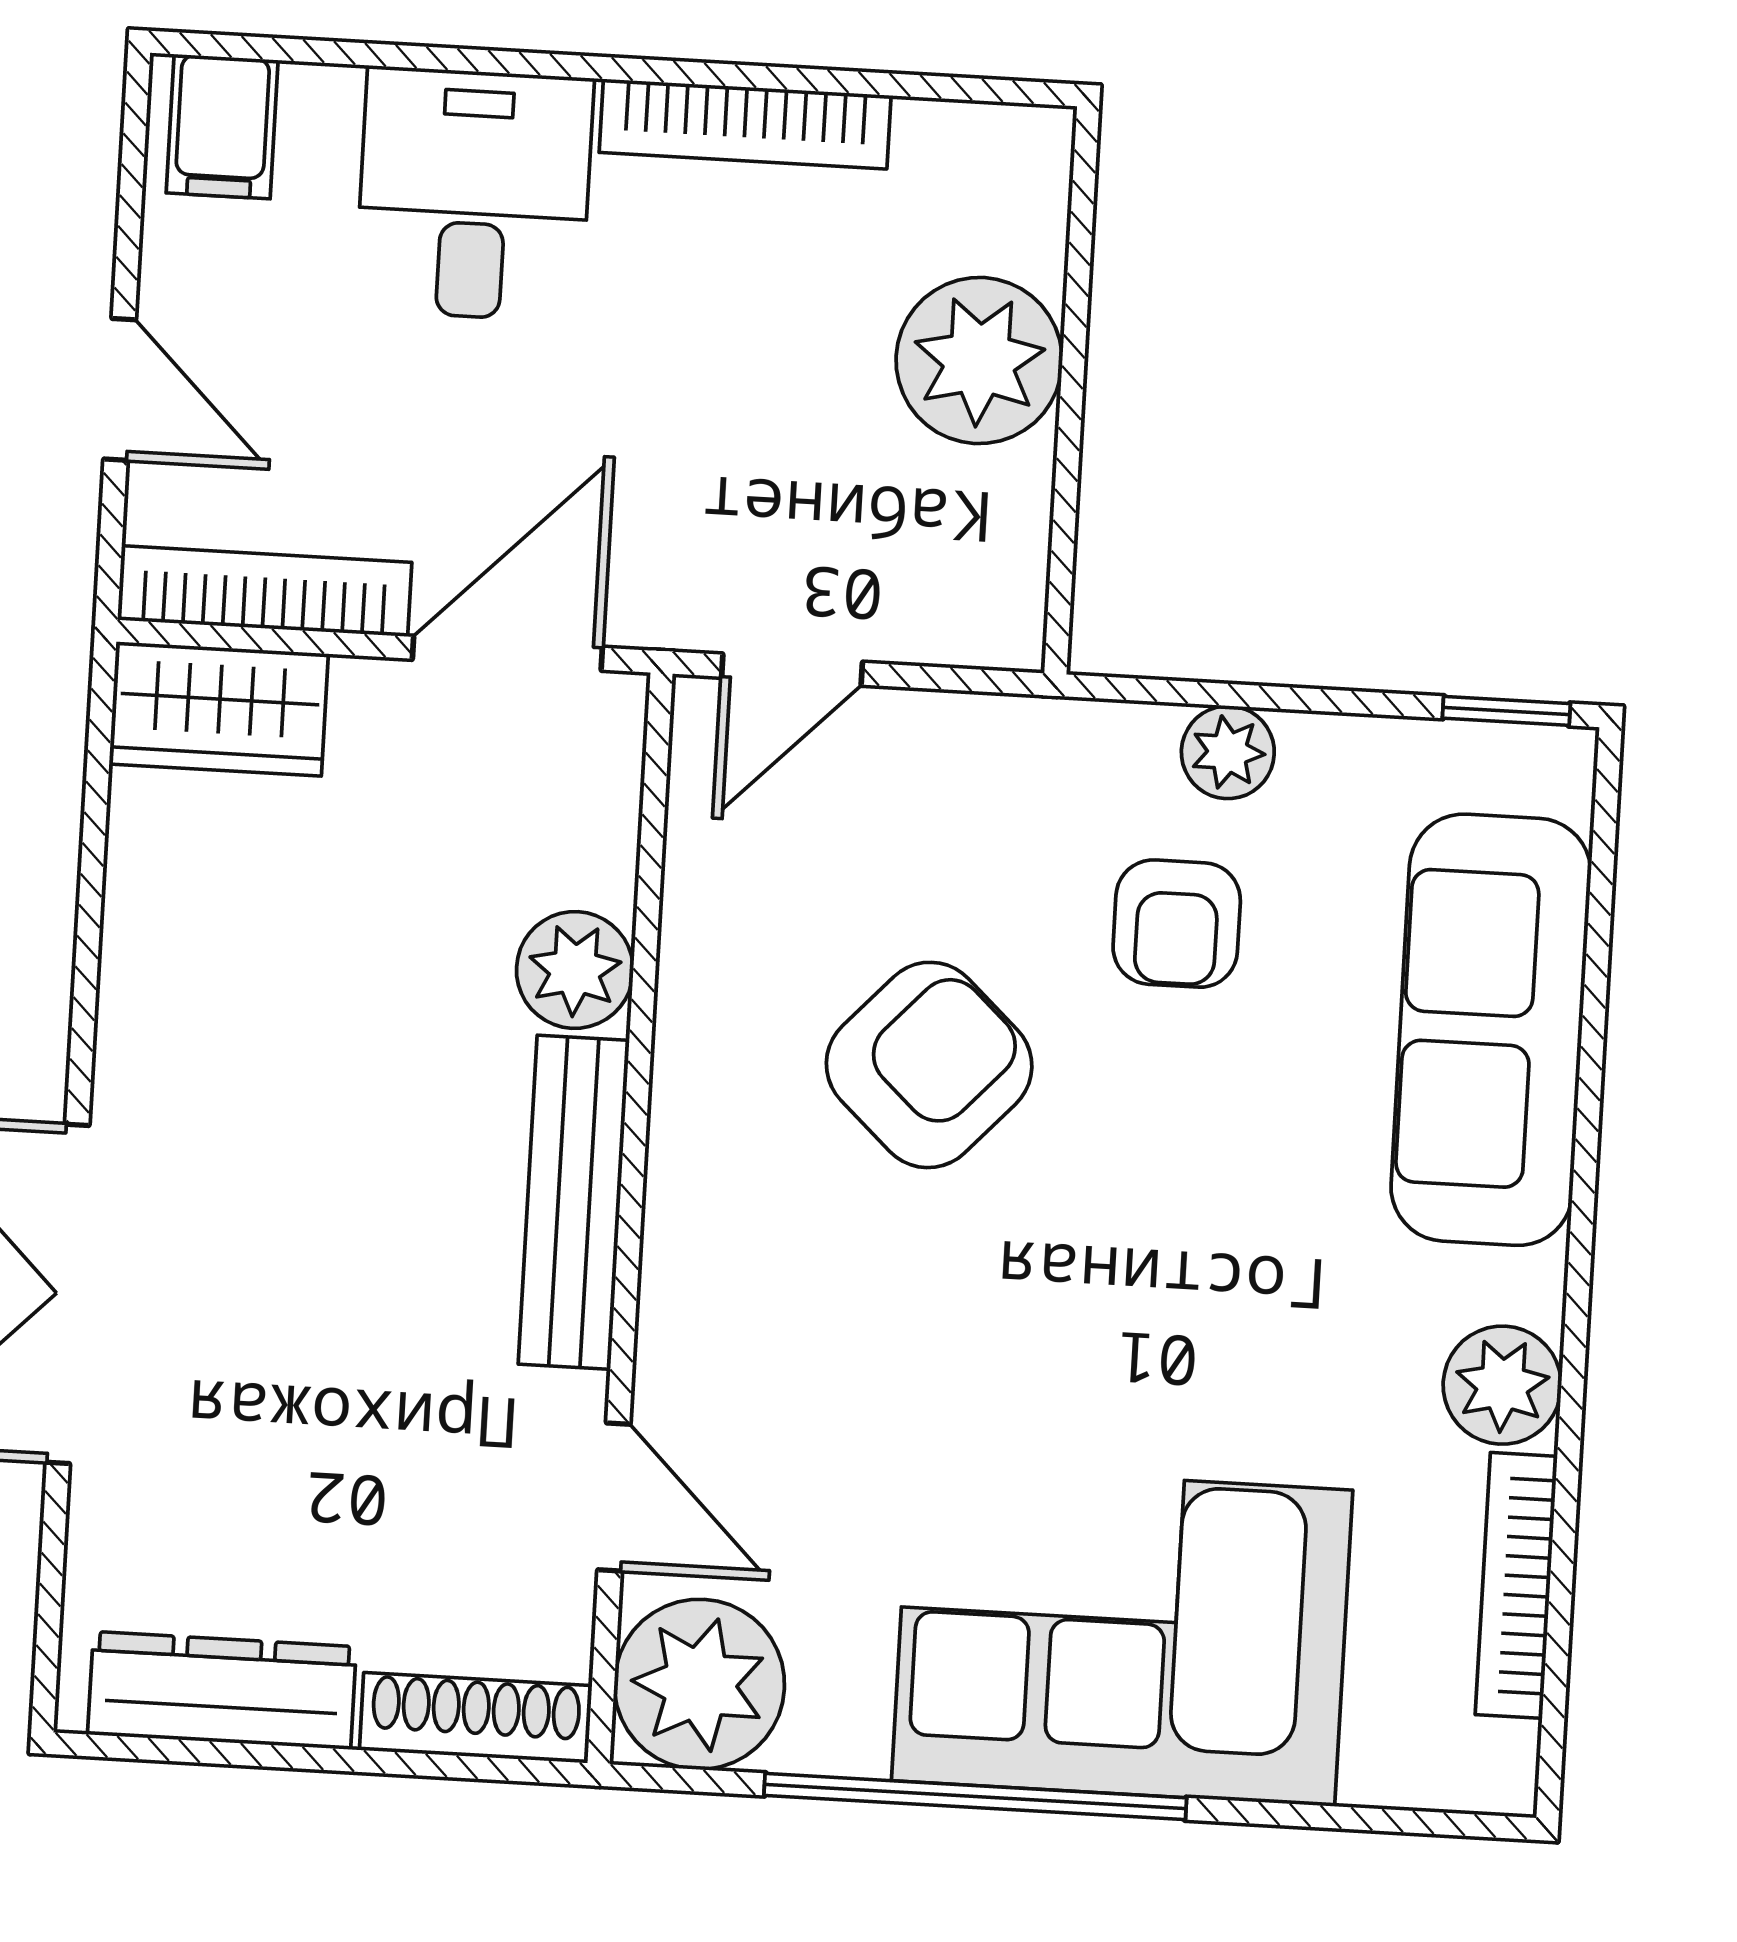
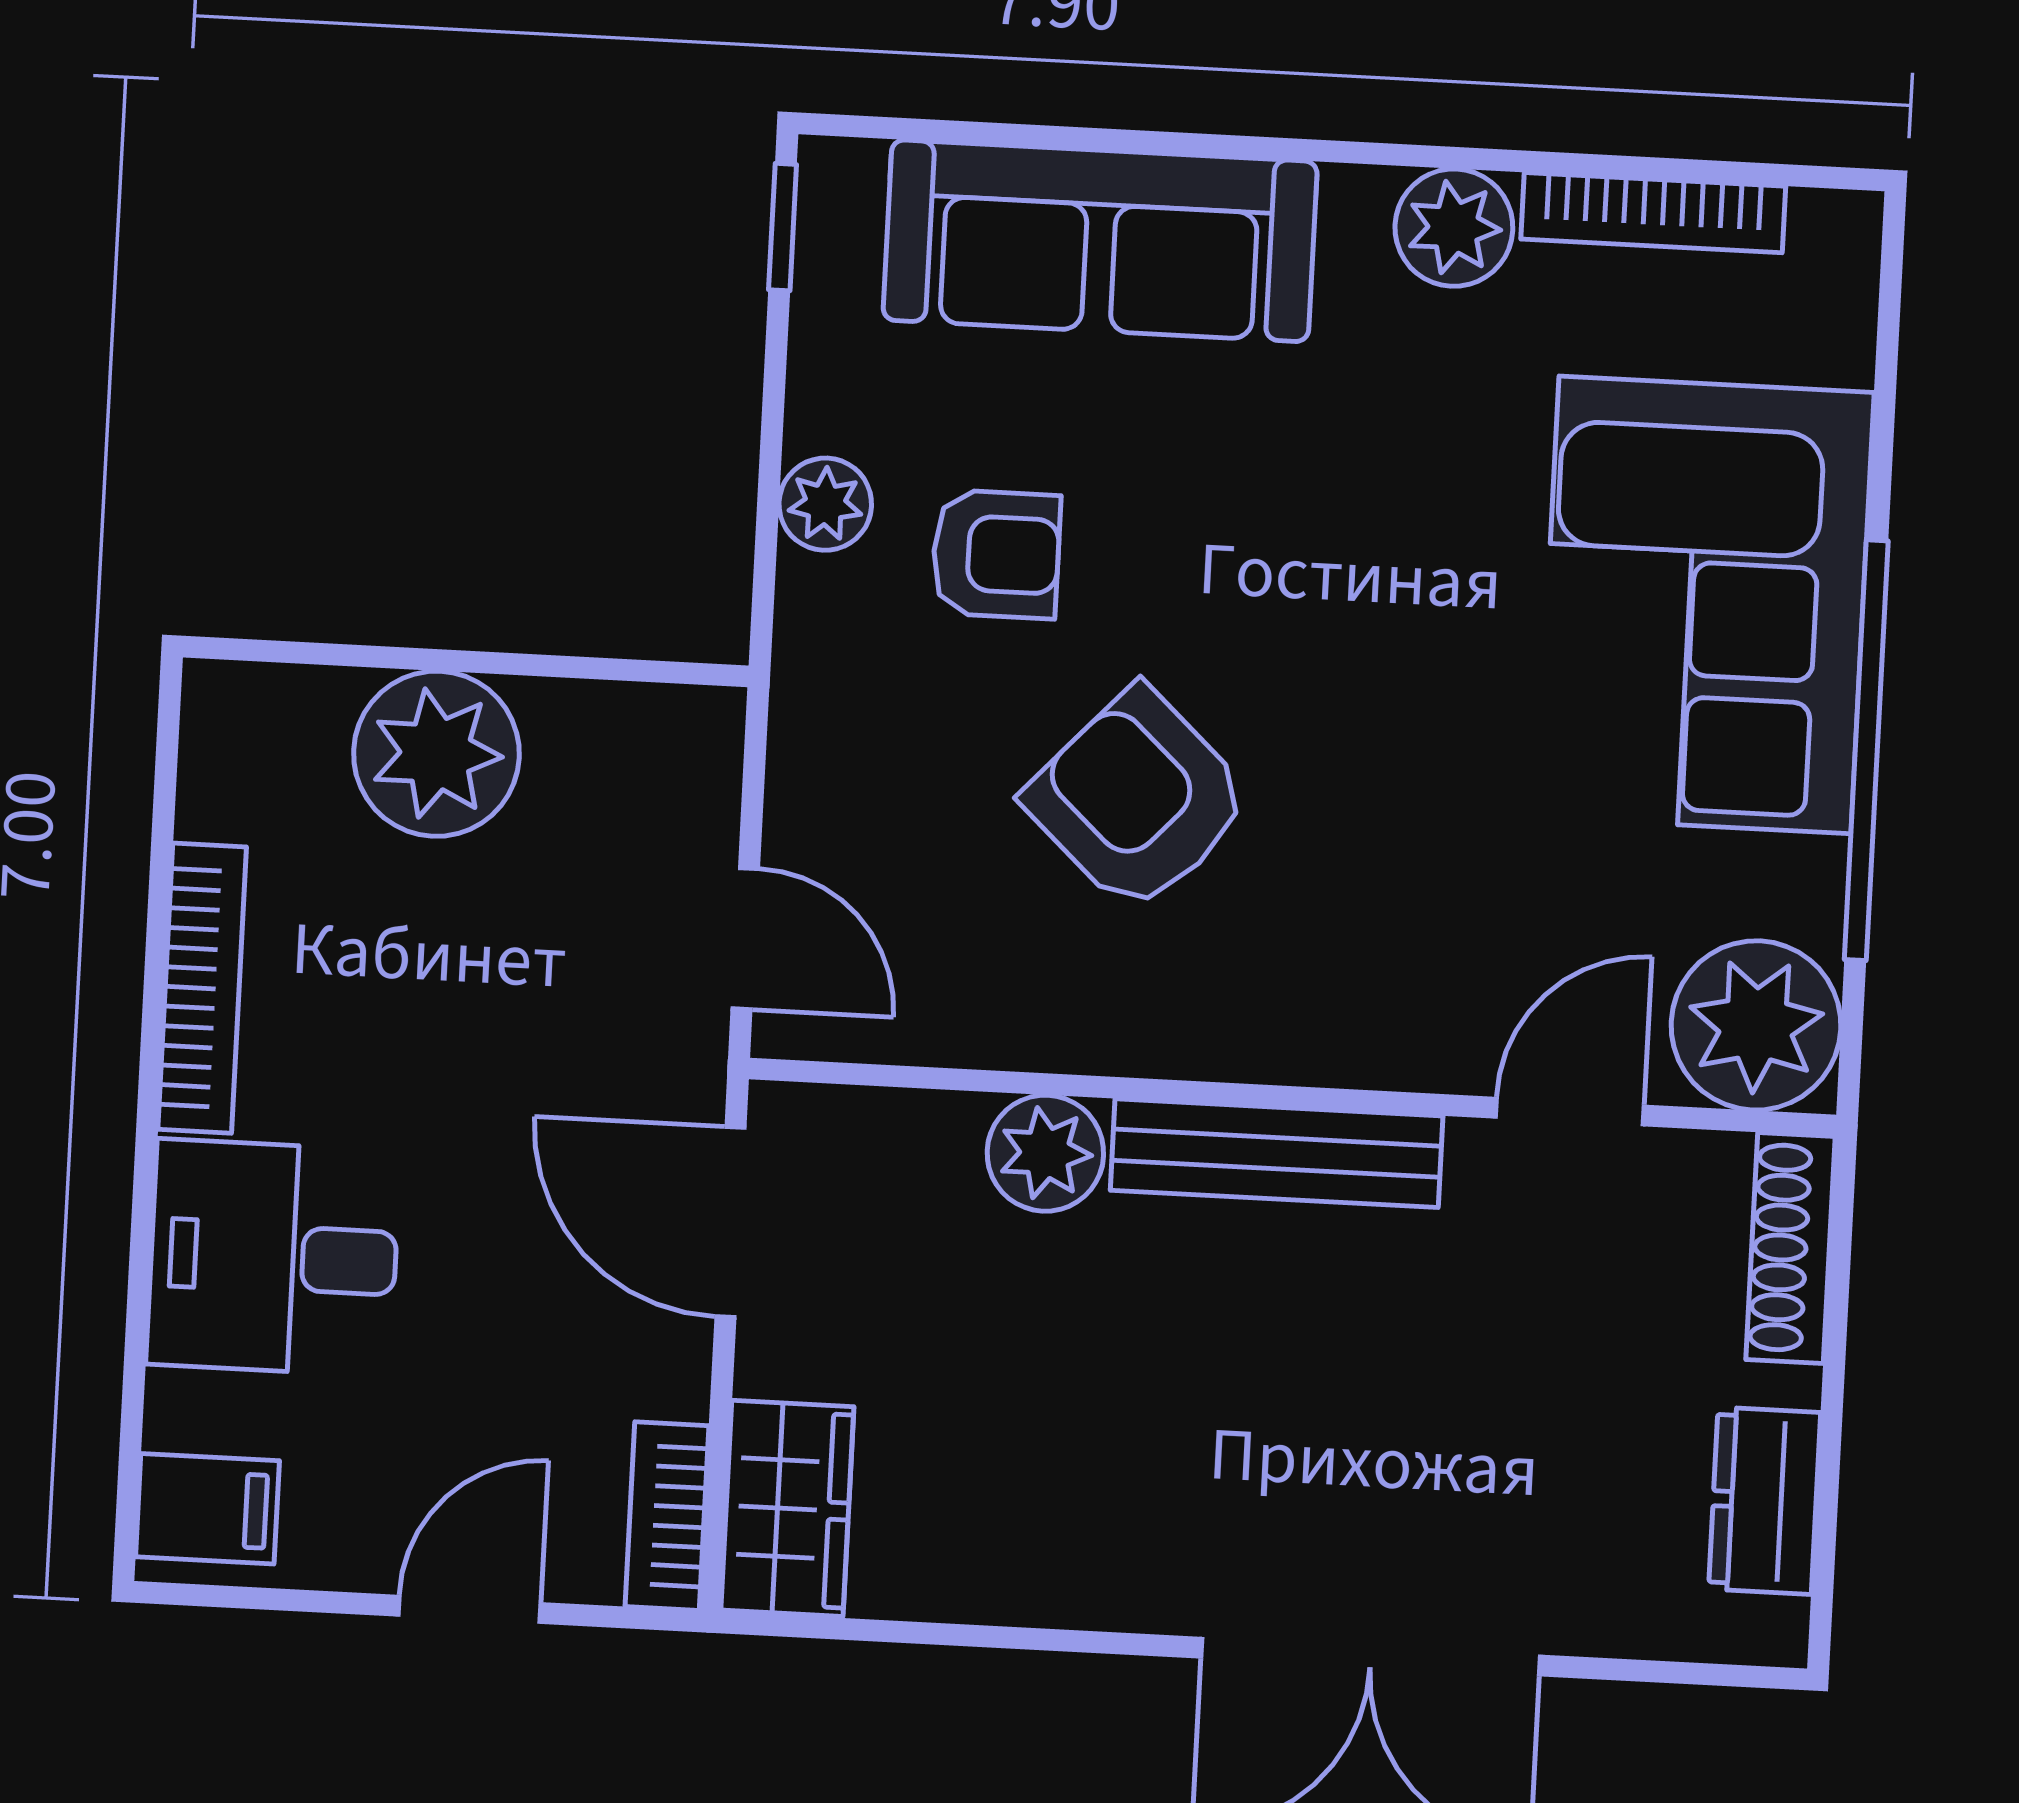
bookcase: (265, 591) -> (667, 1516), width x0.64
dresser: (222, 1690) -> (1765, 1501), width x0.70

